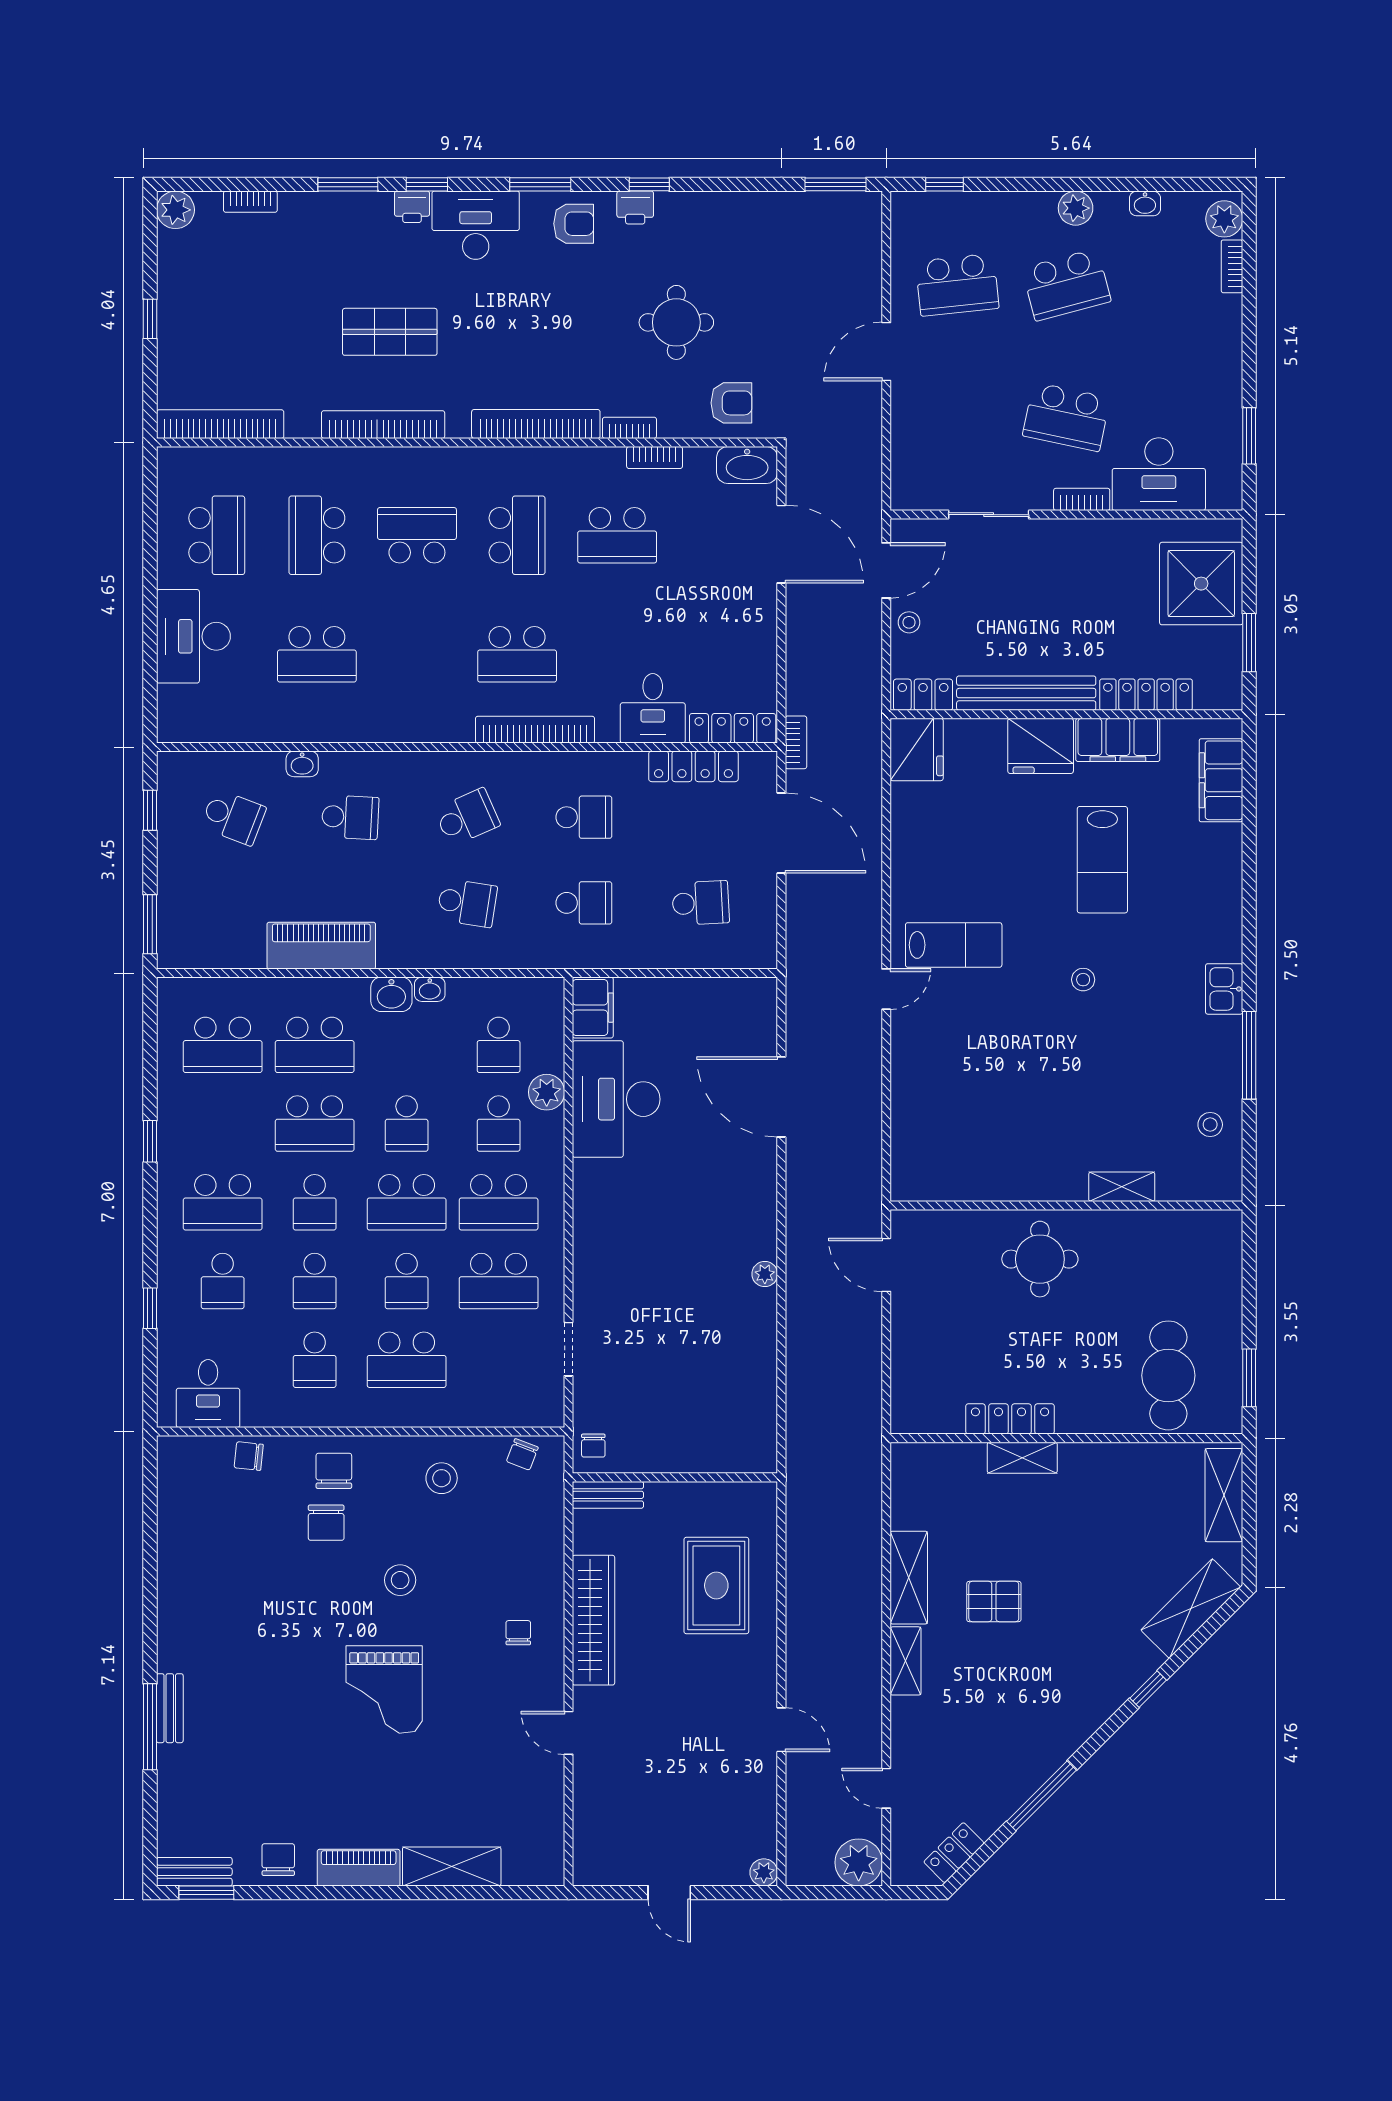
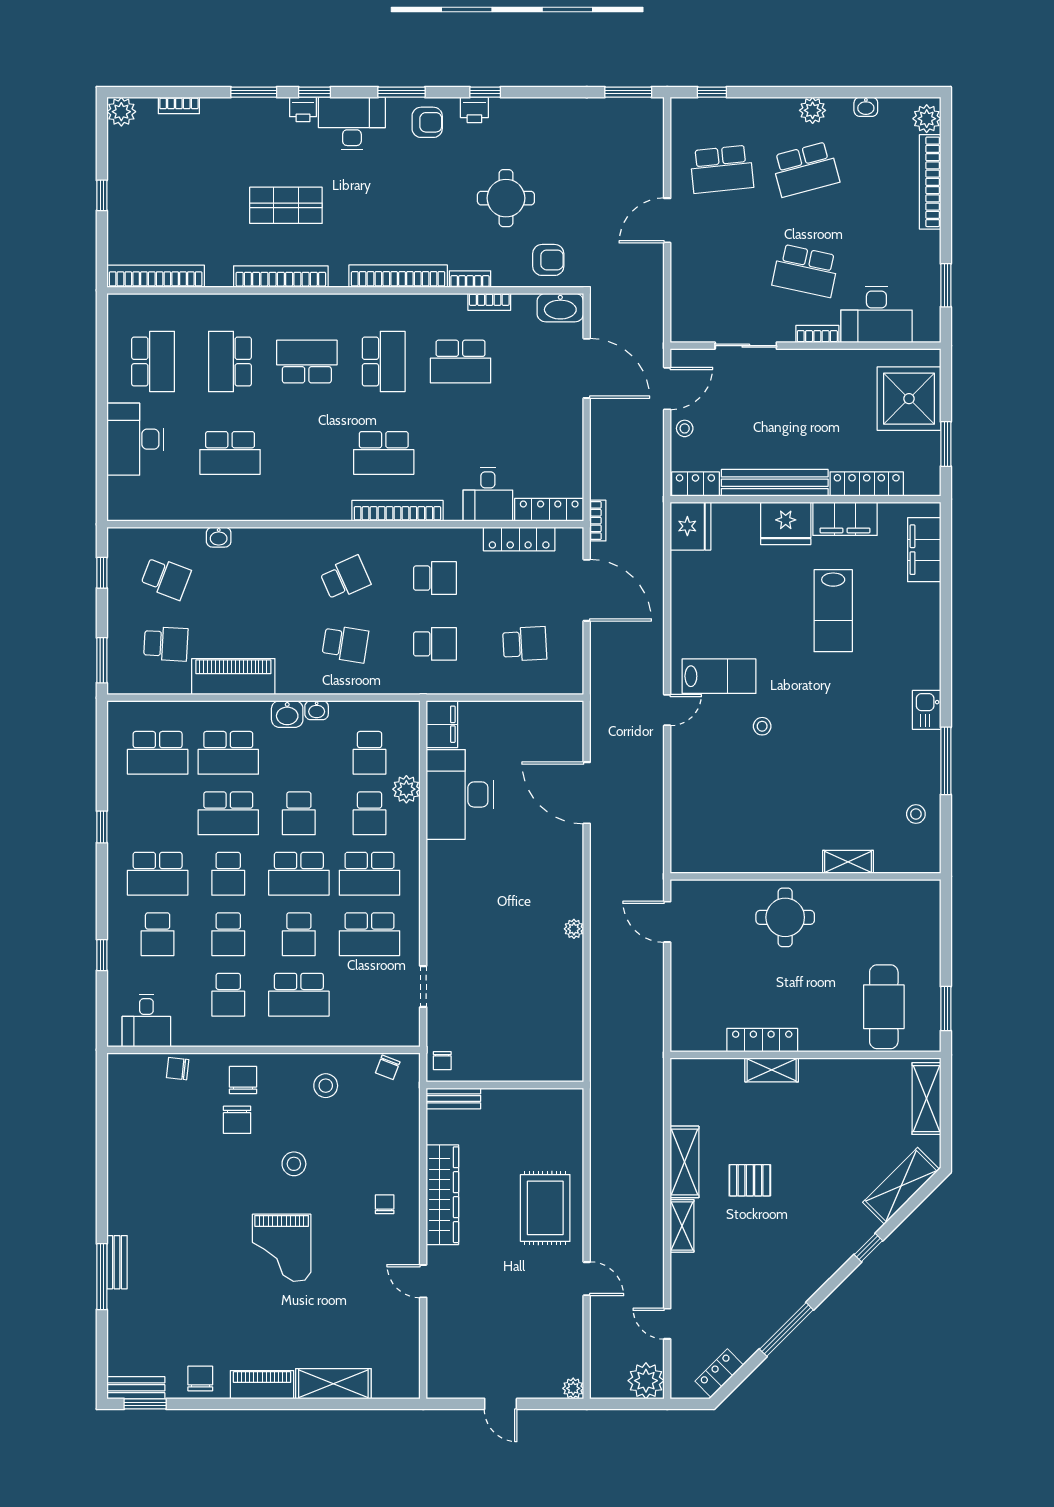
bookcase: (1232, 266) -> (930, 182), width x2.31, depth x1.31
school desk: (350, 817) -> (166, 644), moved
stool: (1083, 980) -> (762, 726), moved
rug: (716, 1586) -> (545, 1208), moved

